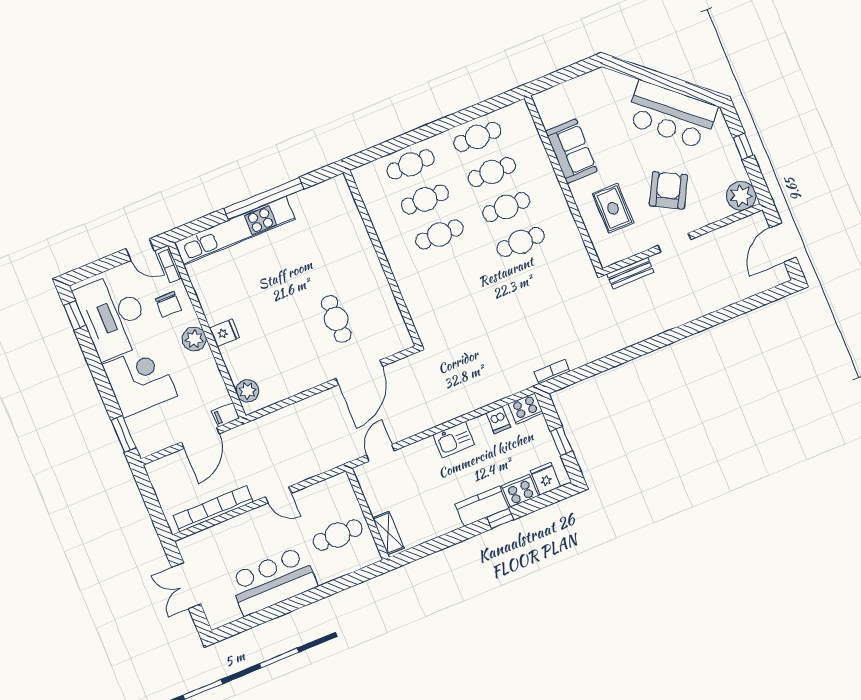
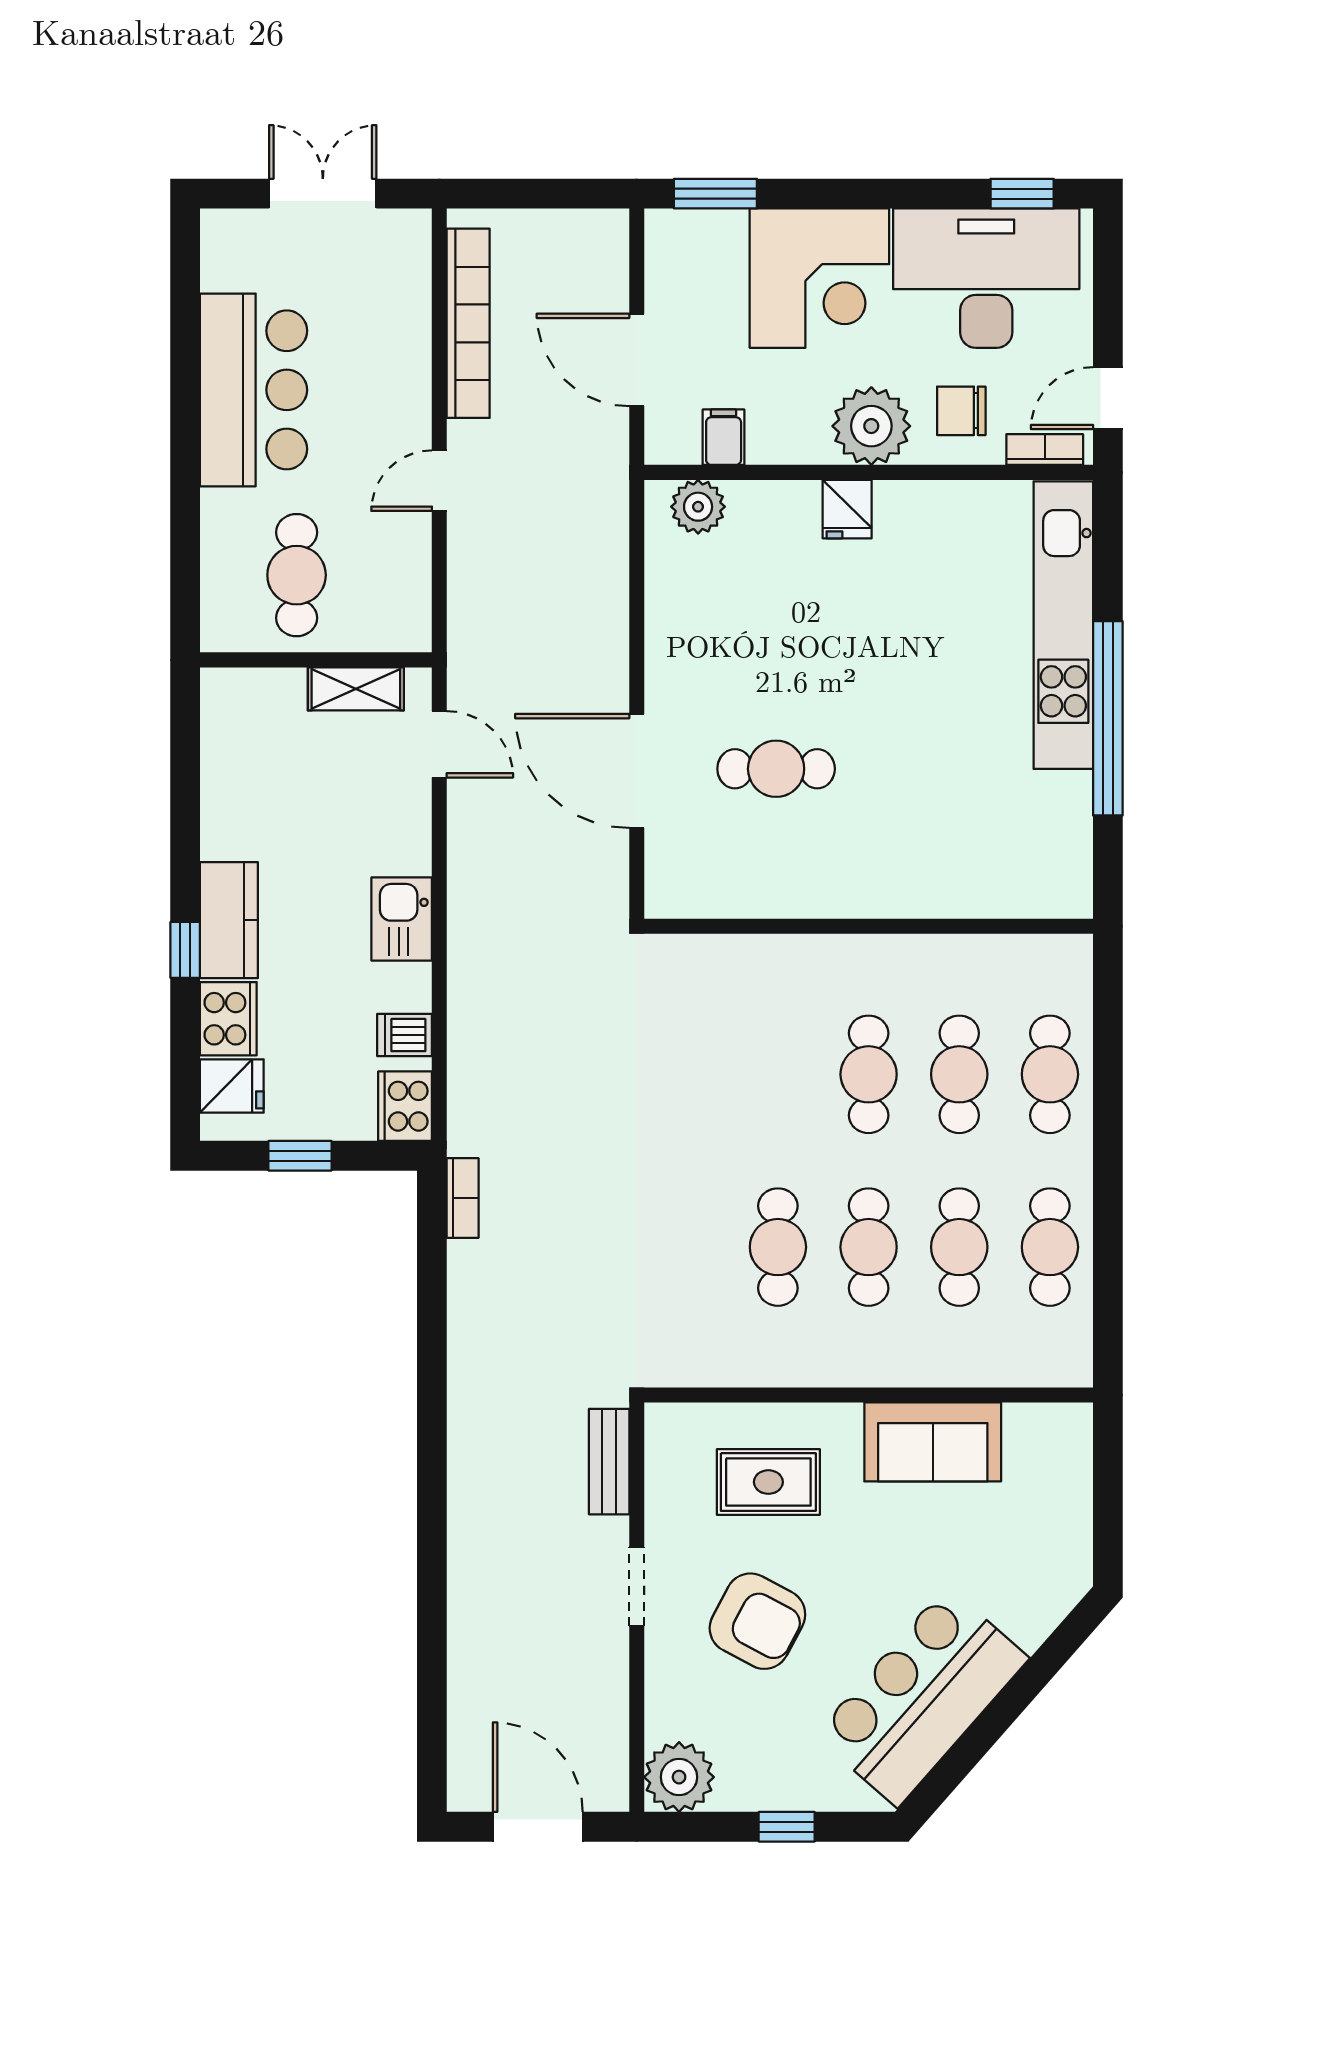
plant: (194, 339) -> (871, 426), width x1.36, depth x1.36
filing cabinet: (226, 415) -> (724, 437), moved
shelving: (388, 533) -> (356, 689), moved

